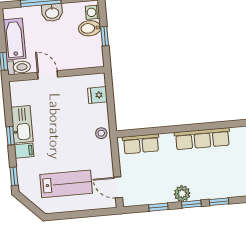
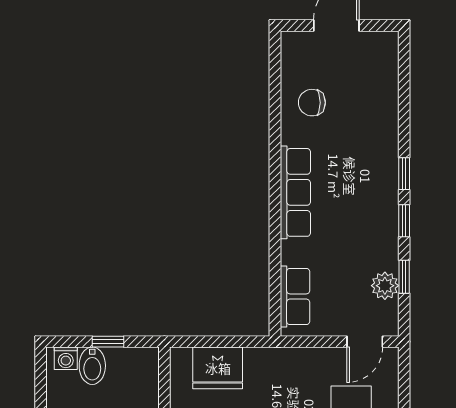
fridge: (97, 95) -> (218, 368), width x1.88, depth x1.34
stool: (101, 133) -> (271, 362), removed
plant: (182, 194) -> (385, 286), moved

